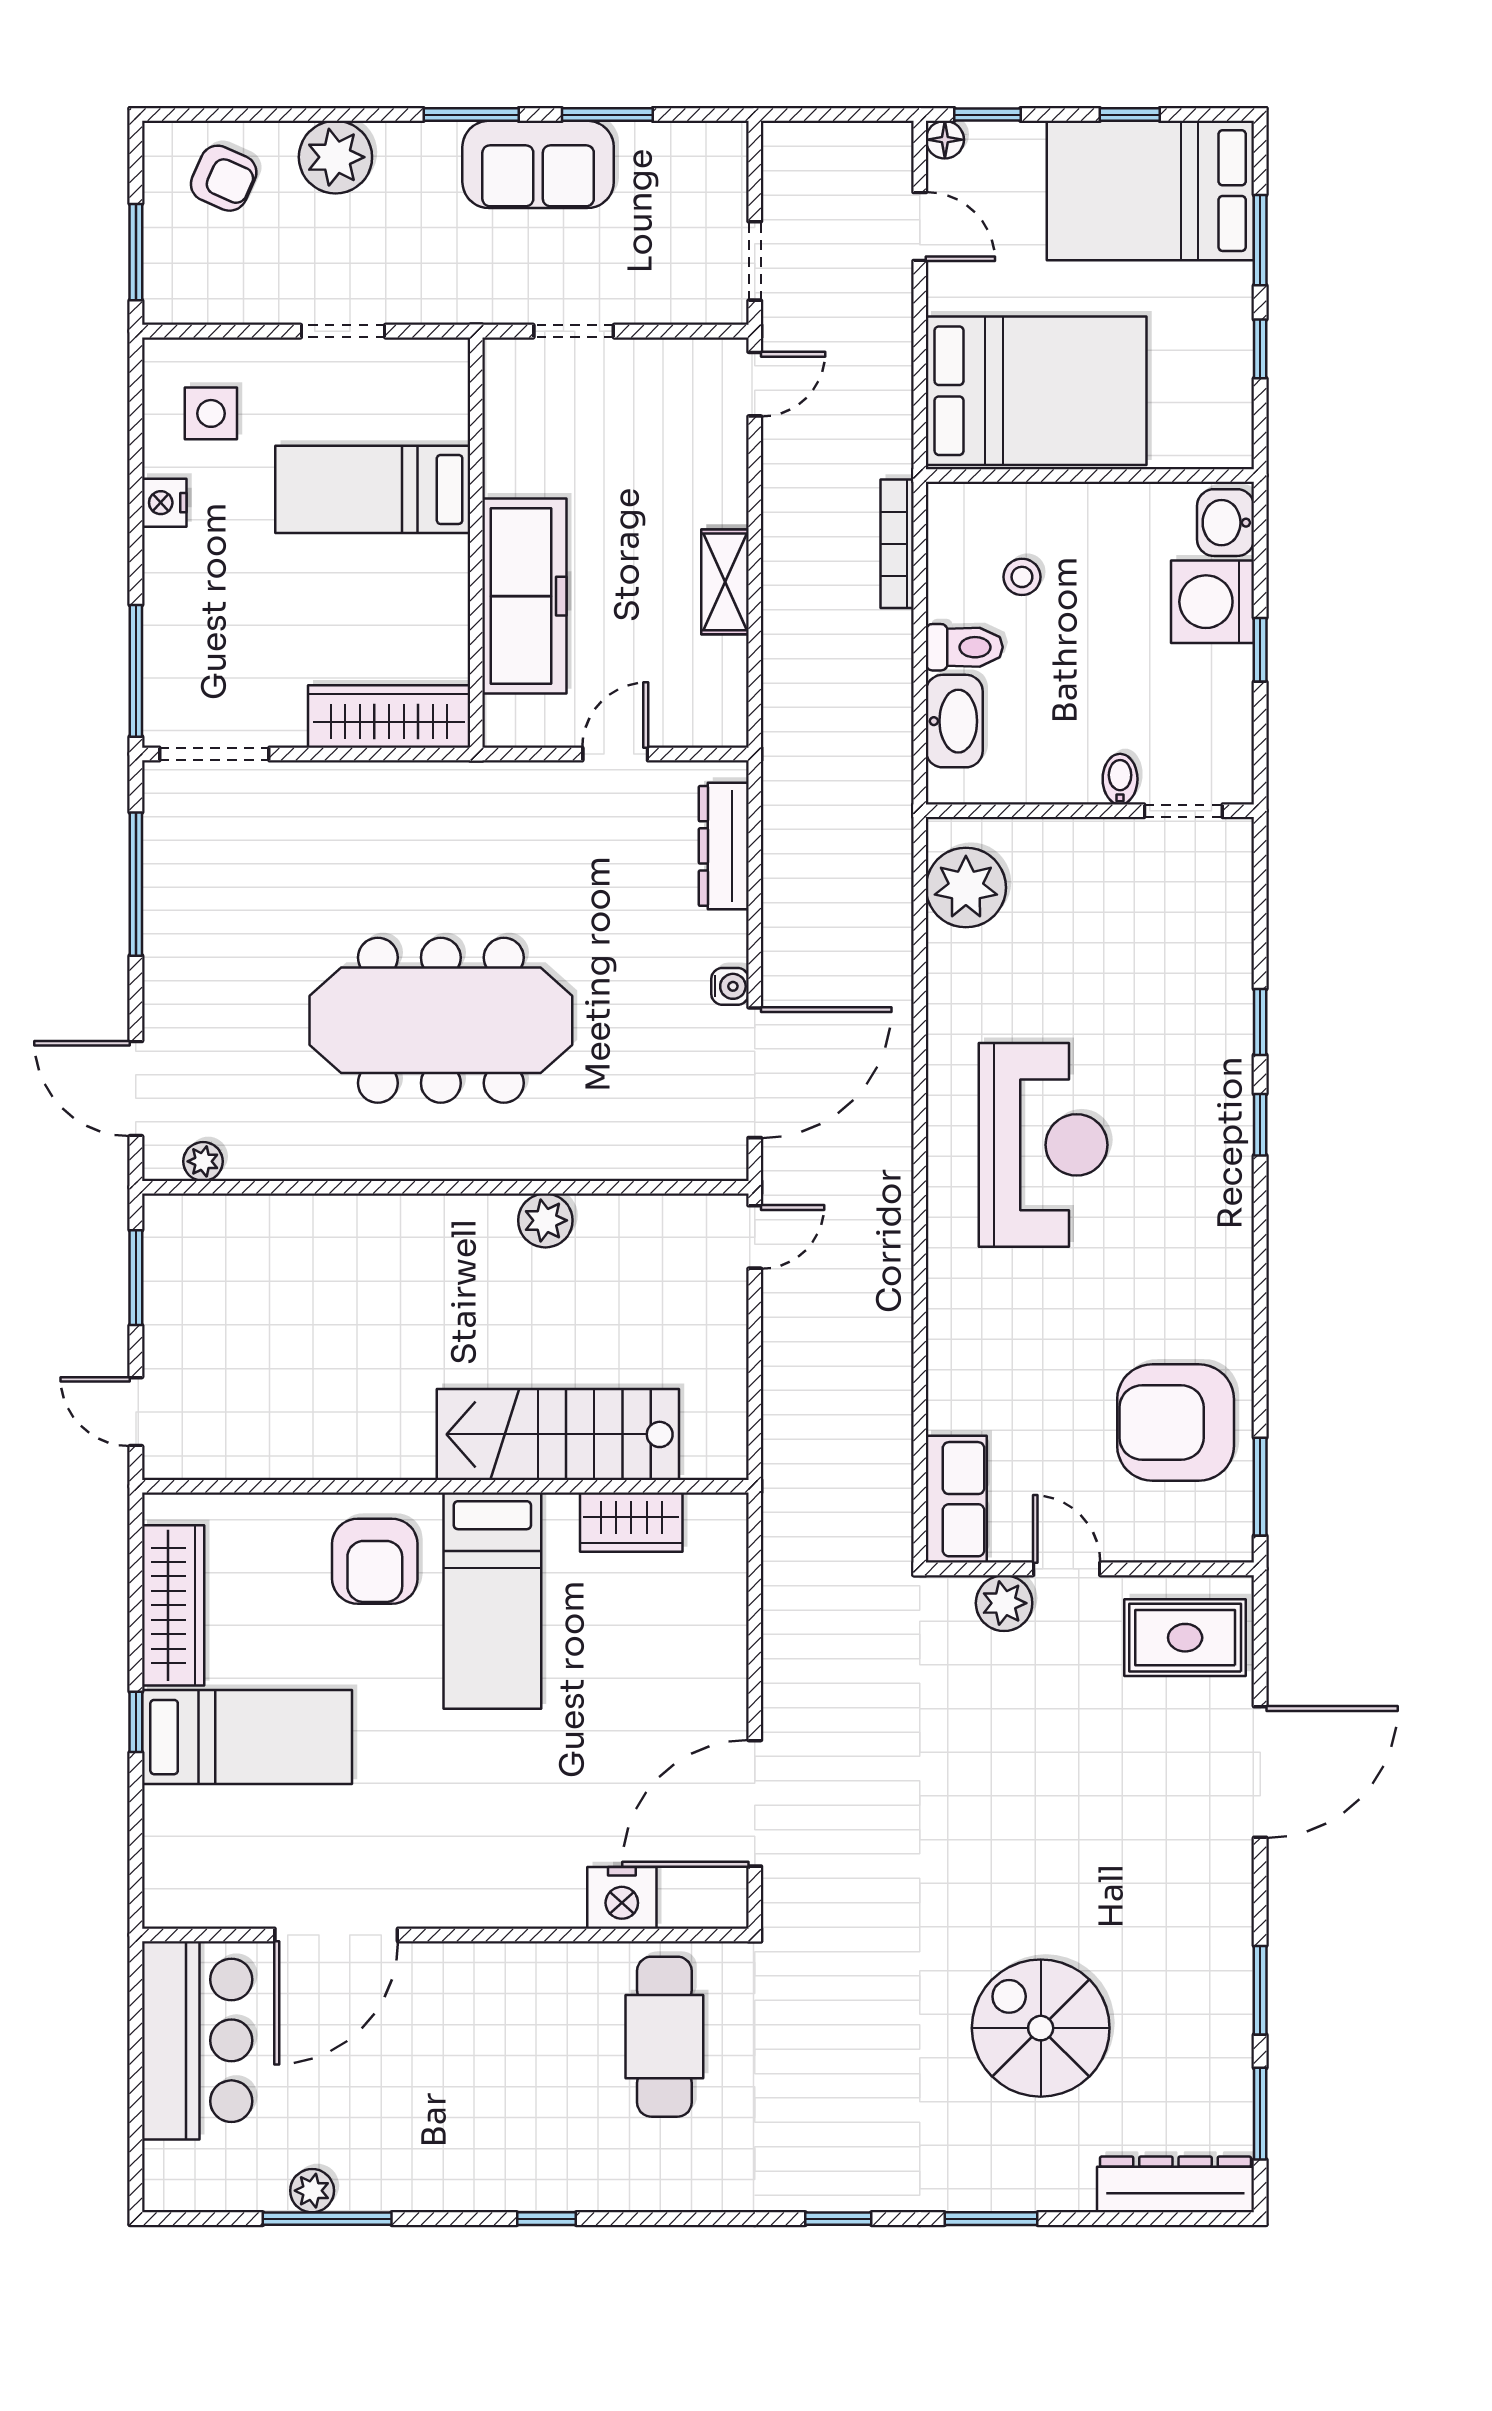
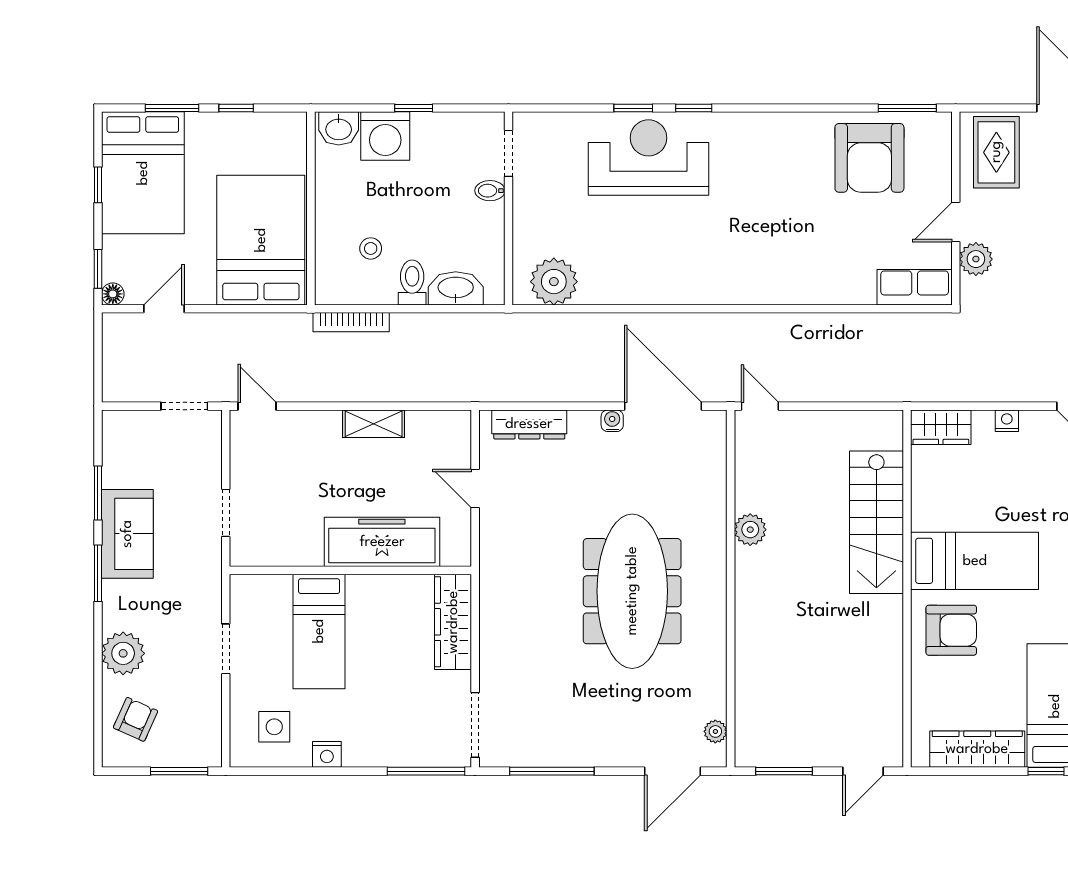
reception desk: (1043, 1145) -> (648, 158), moved
wardrobe: (631, 1522) -> (941, 427), moved, turned 90
nightstand: (730, 1655) -> (1007, 421), added

